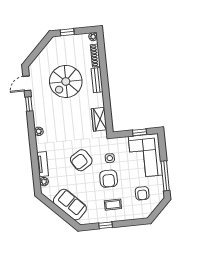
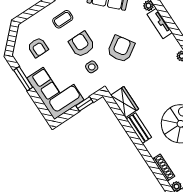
bench: (97, 80) -> (139, 128), moved
window: (140, 132) -> (85, 104), moved
window: (165, 176) -> (23, 79), width x0.69
armchair: (142, 193) -> (38, 47), turned 180

